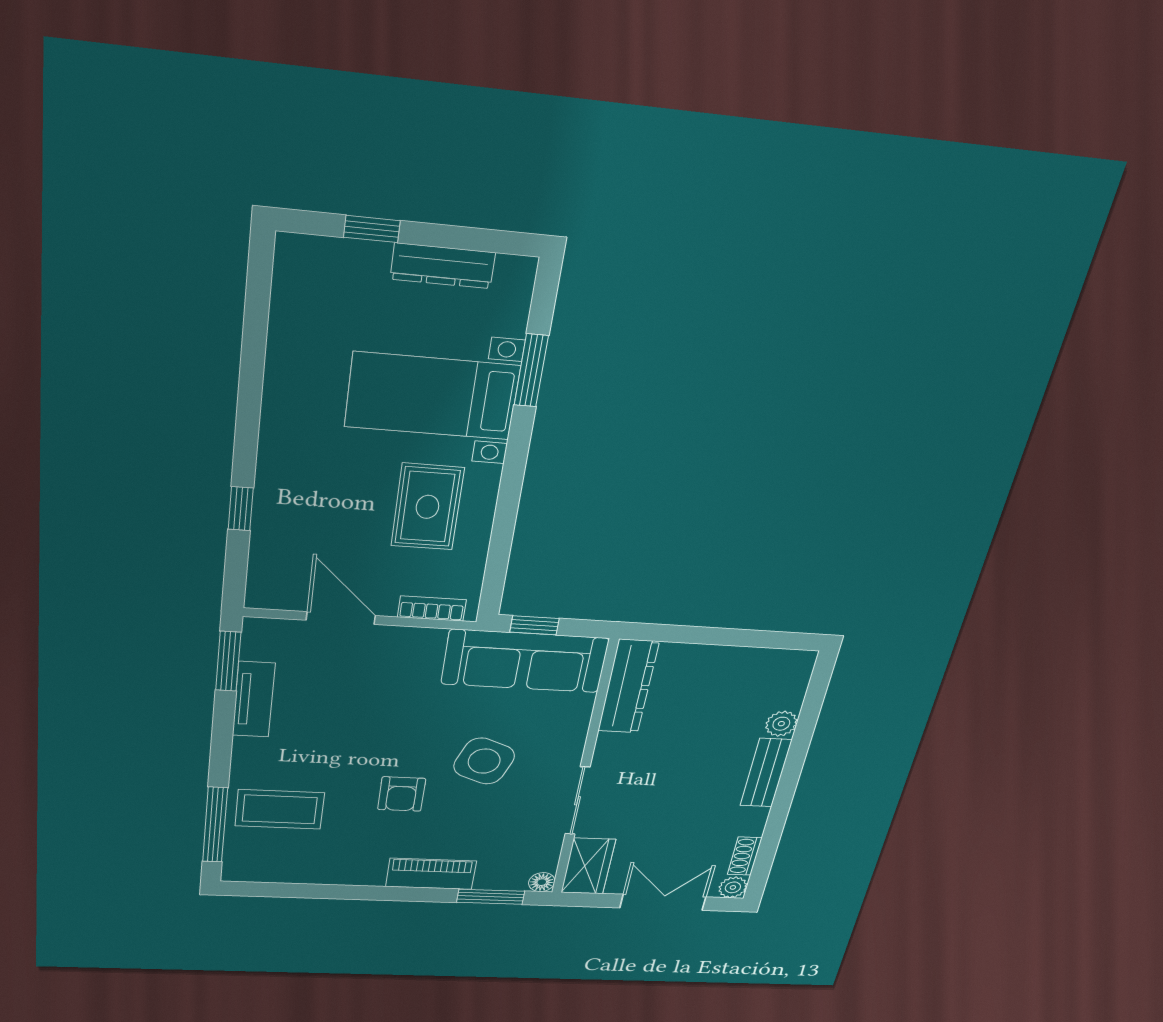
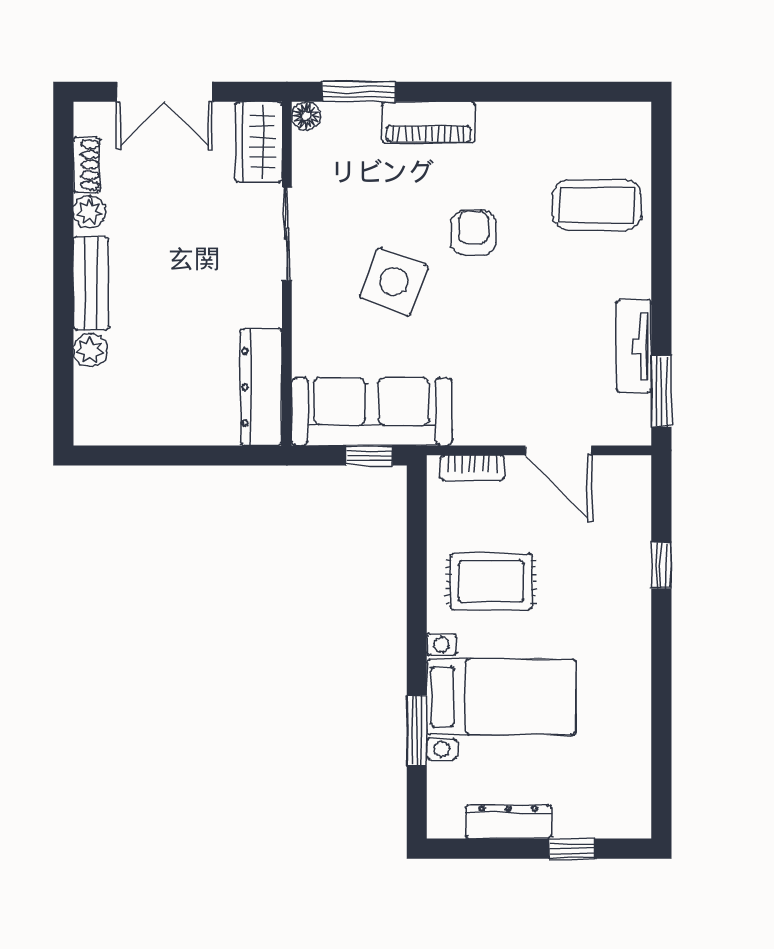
rug: (427, 507) -> (491, 582), turned 90
window: (215, 825) -> (661, 180), removed
plant: (733, 887) -> (89, 212), moved

